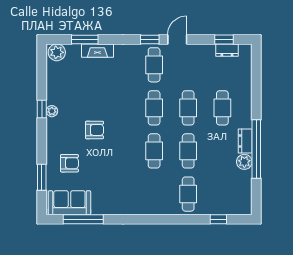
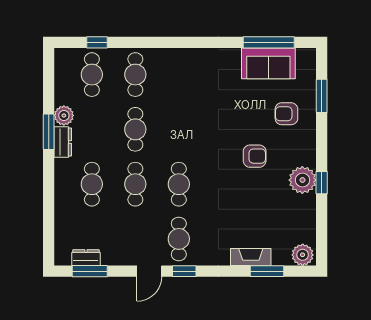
window: (224, 40) -> (90, 271), width x1.50
plant: (52, 111) -> (302, 180), width x1.87, depth x1.87
armchair: (94, 130) -> (255, 156), turned 180
window: (256, 149) -> (49, 132), width x0.47
cafe table: (154, 151) -> (92, 75), moved
sofa: (69, 203) -> (268, 63), moved

